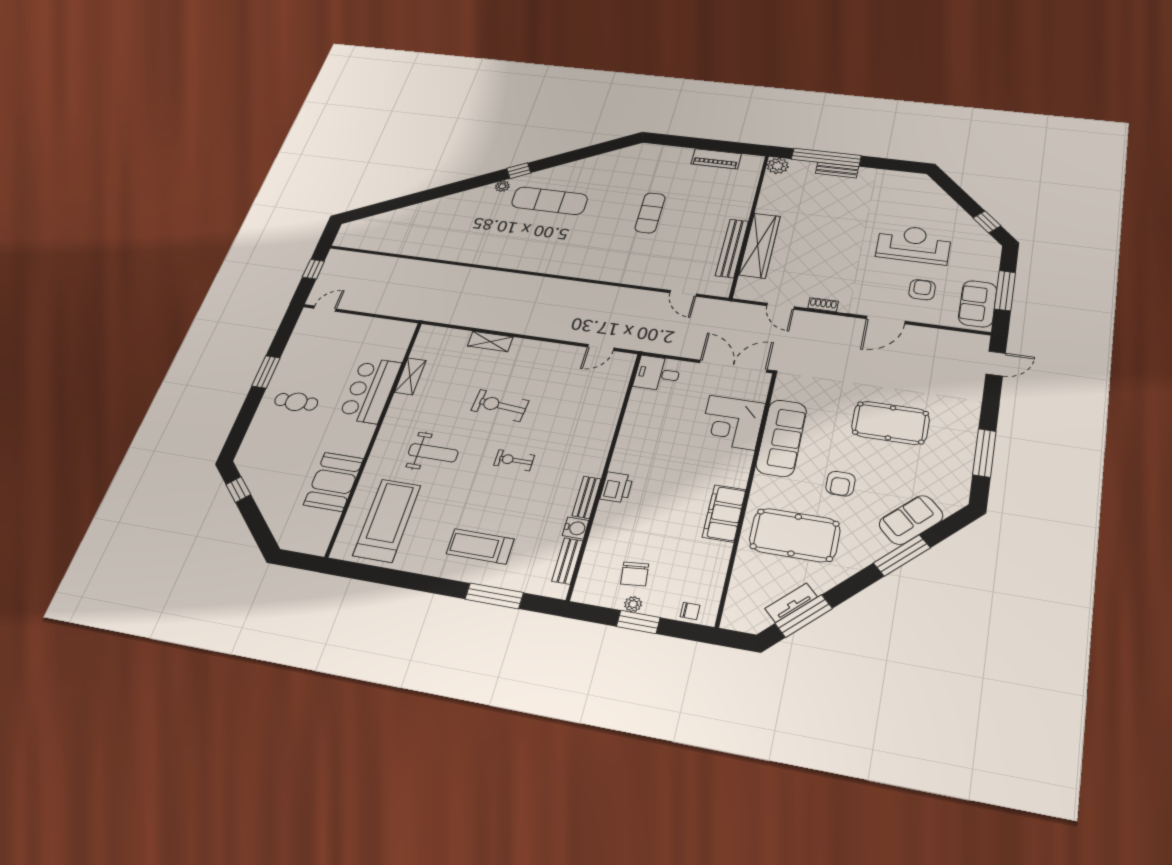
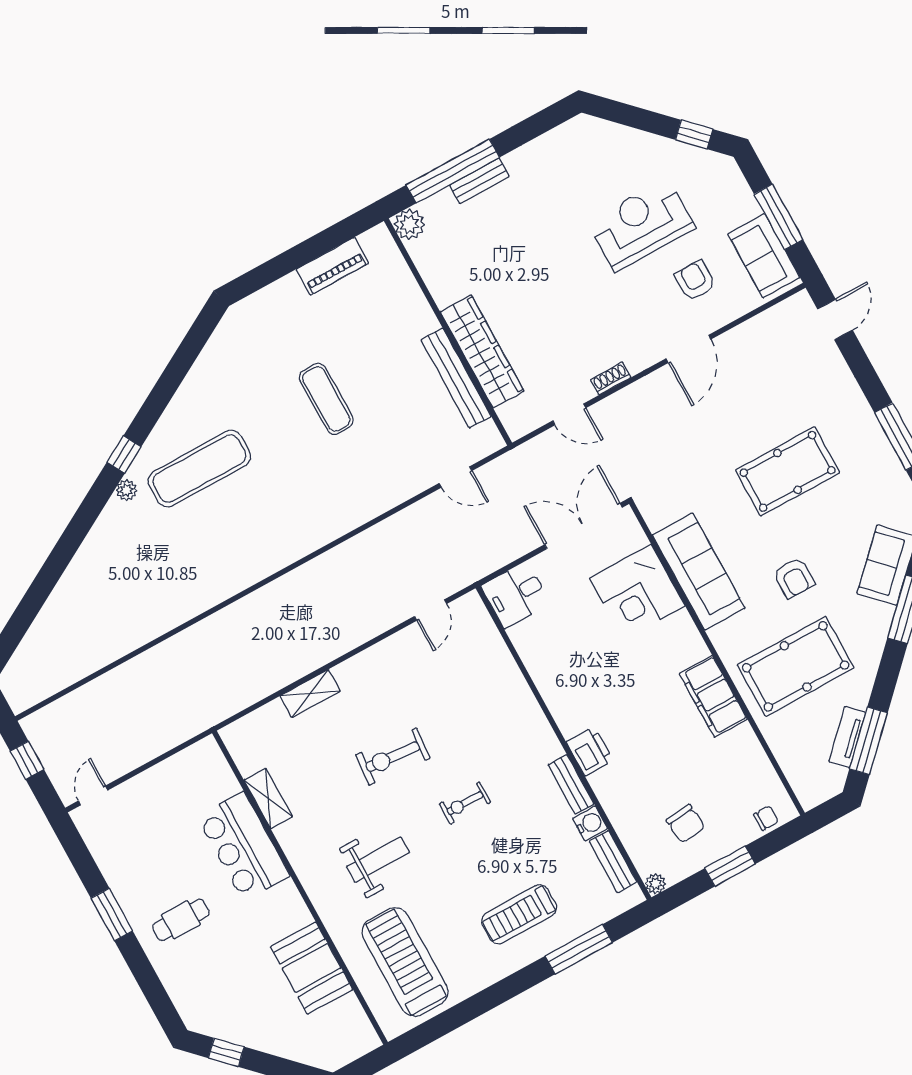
plant: (633, 604) -> (655, 884), moved

